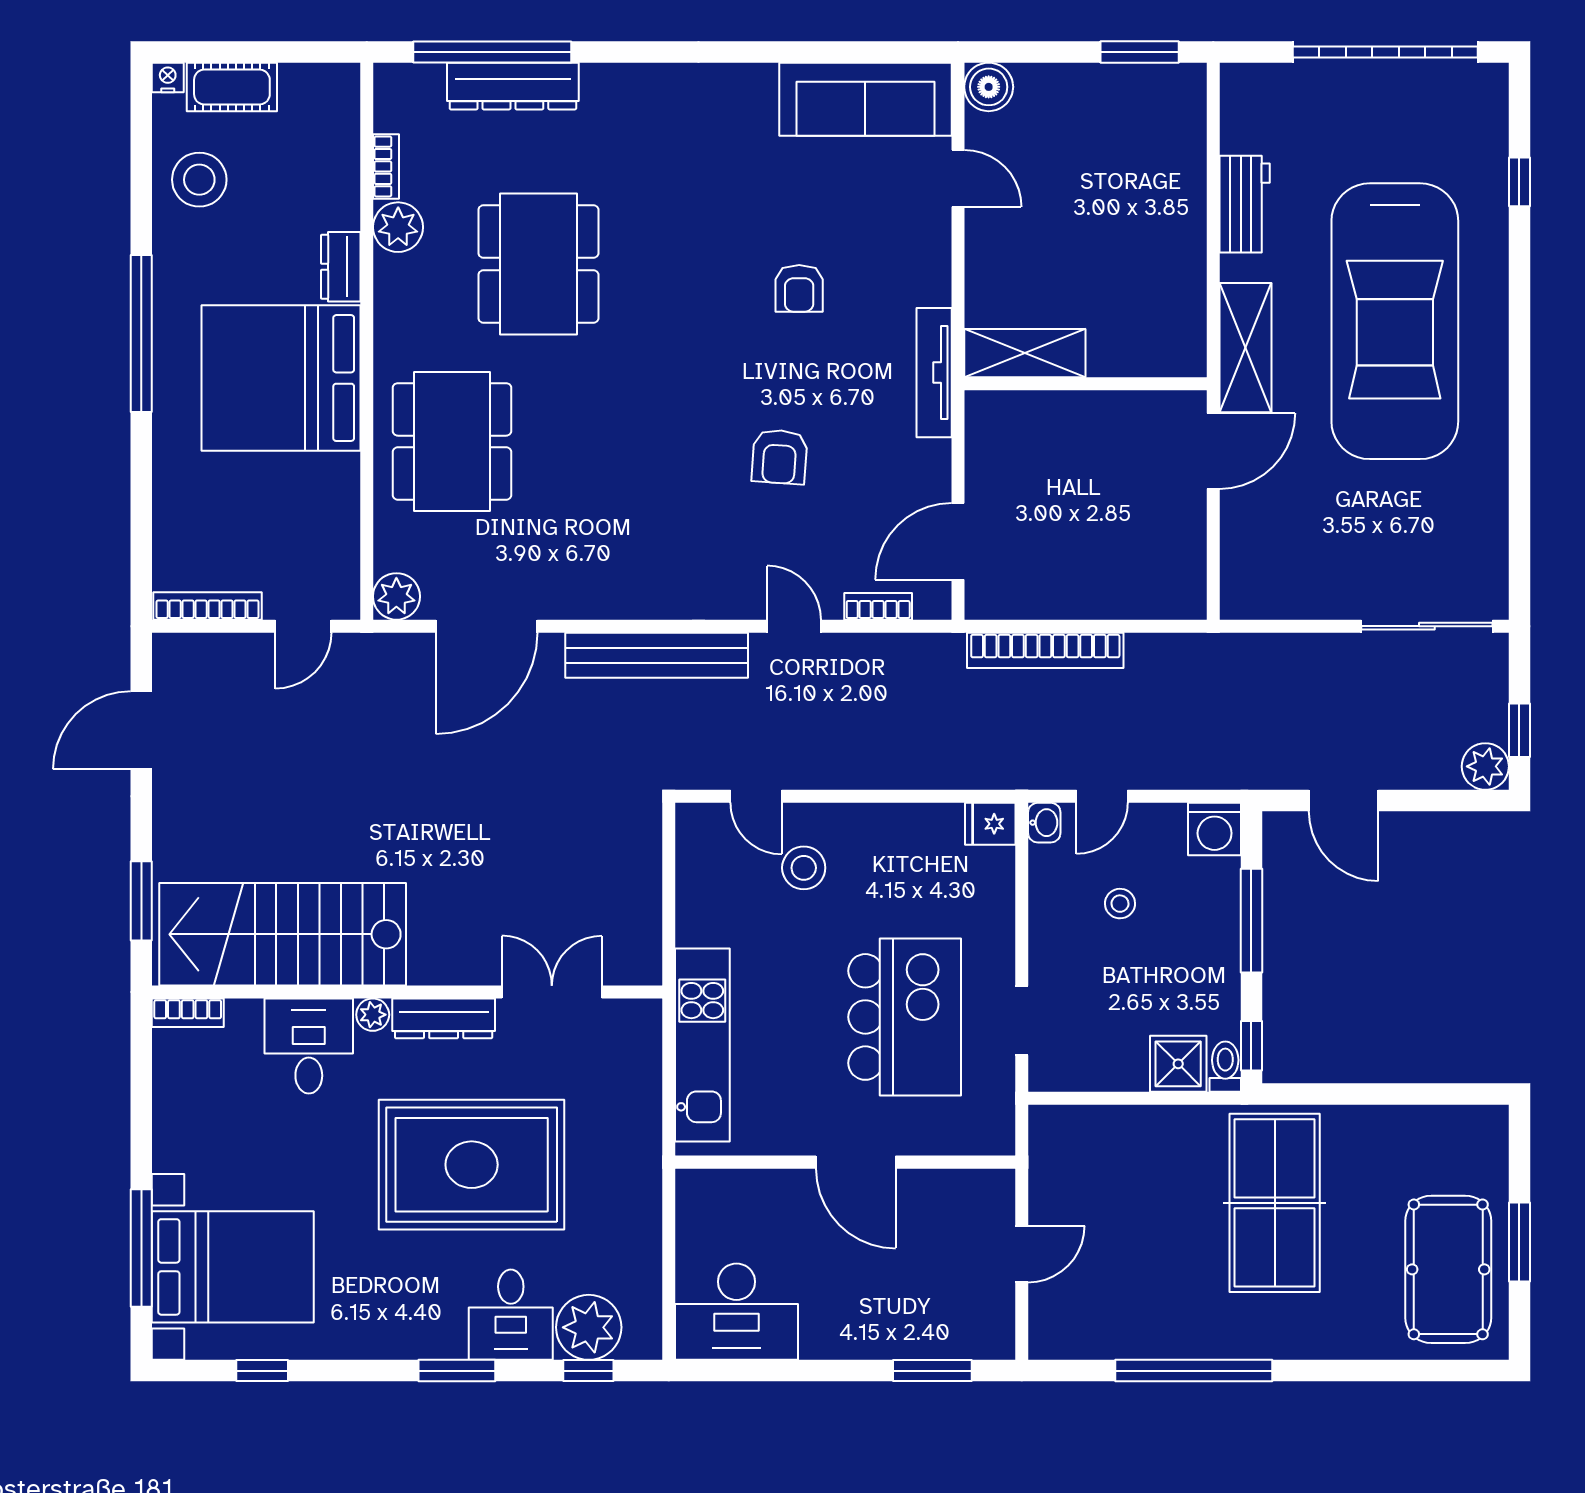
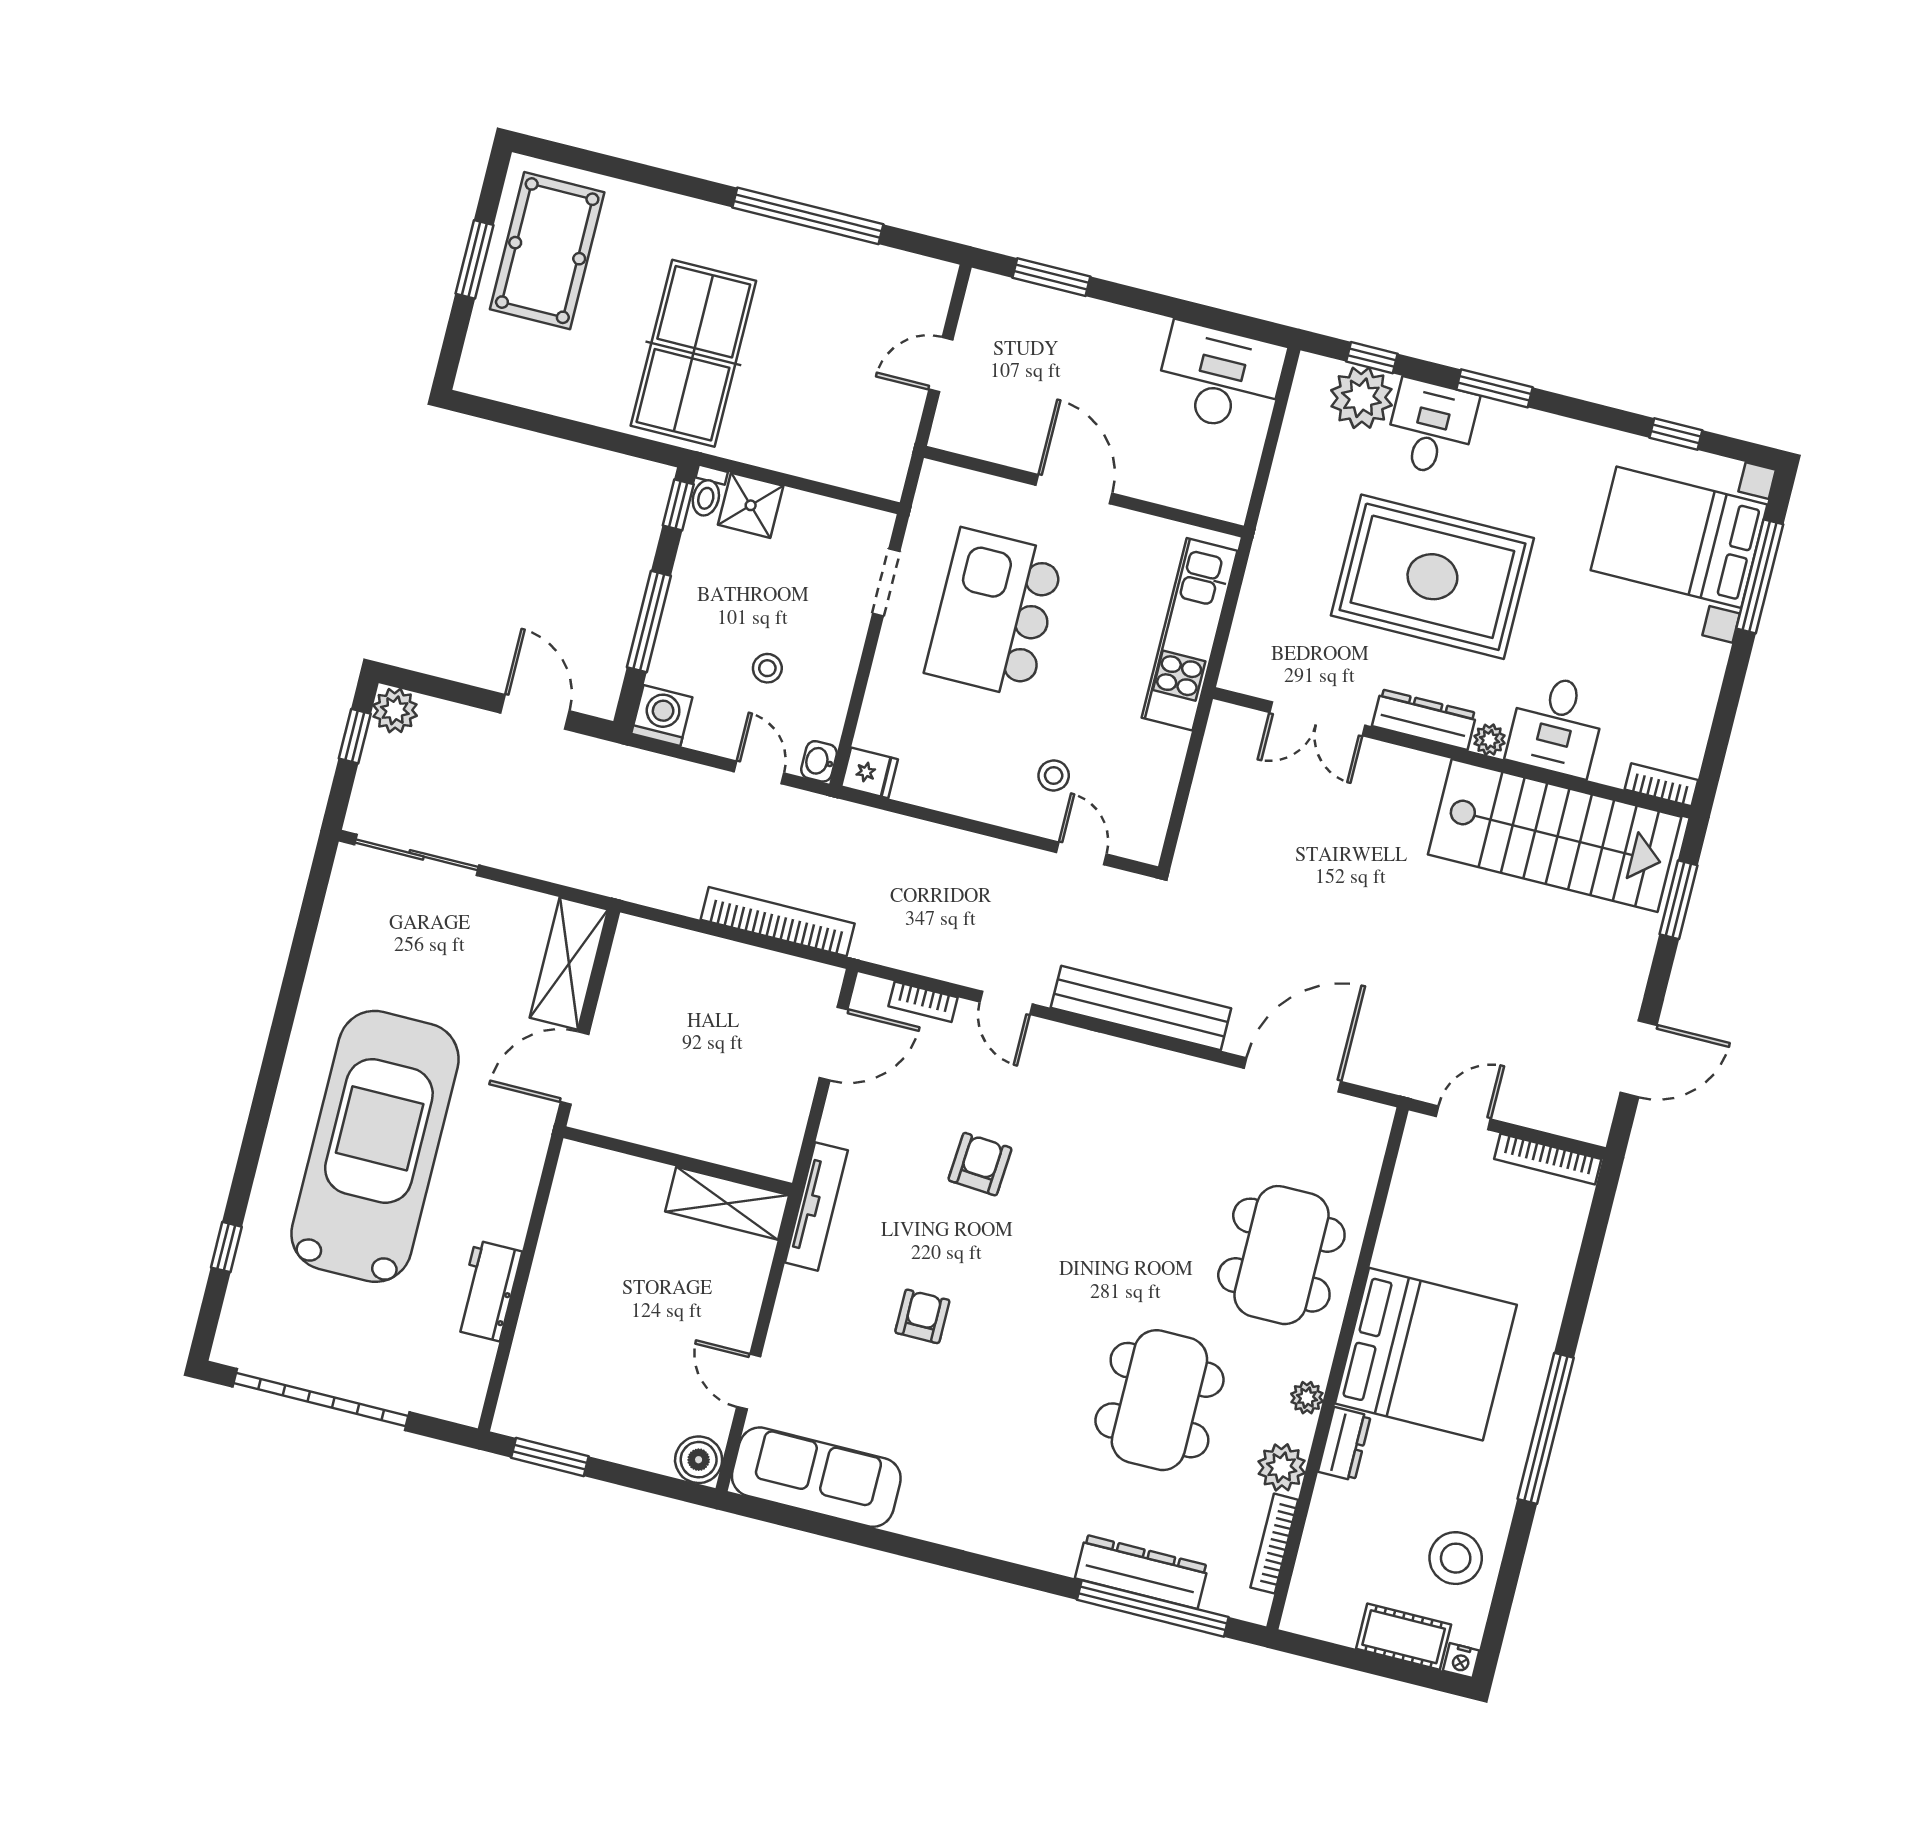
bookcase: (386, 166) -> (1274, 1544), width x1.56
shelving: (1245, 348) -> (569, 964), moved
plant: (396, 596) -> (1307, 1398), moved, width x0.73, depth x0.73
door: (1102, 796) -> (759, 772), hinge flipped
stool: (804, 868) -> (1054, 775), width x0.73, depth x0.73

